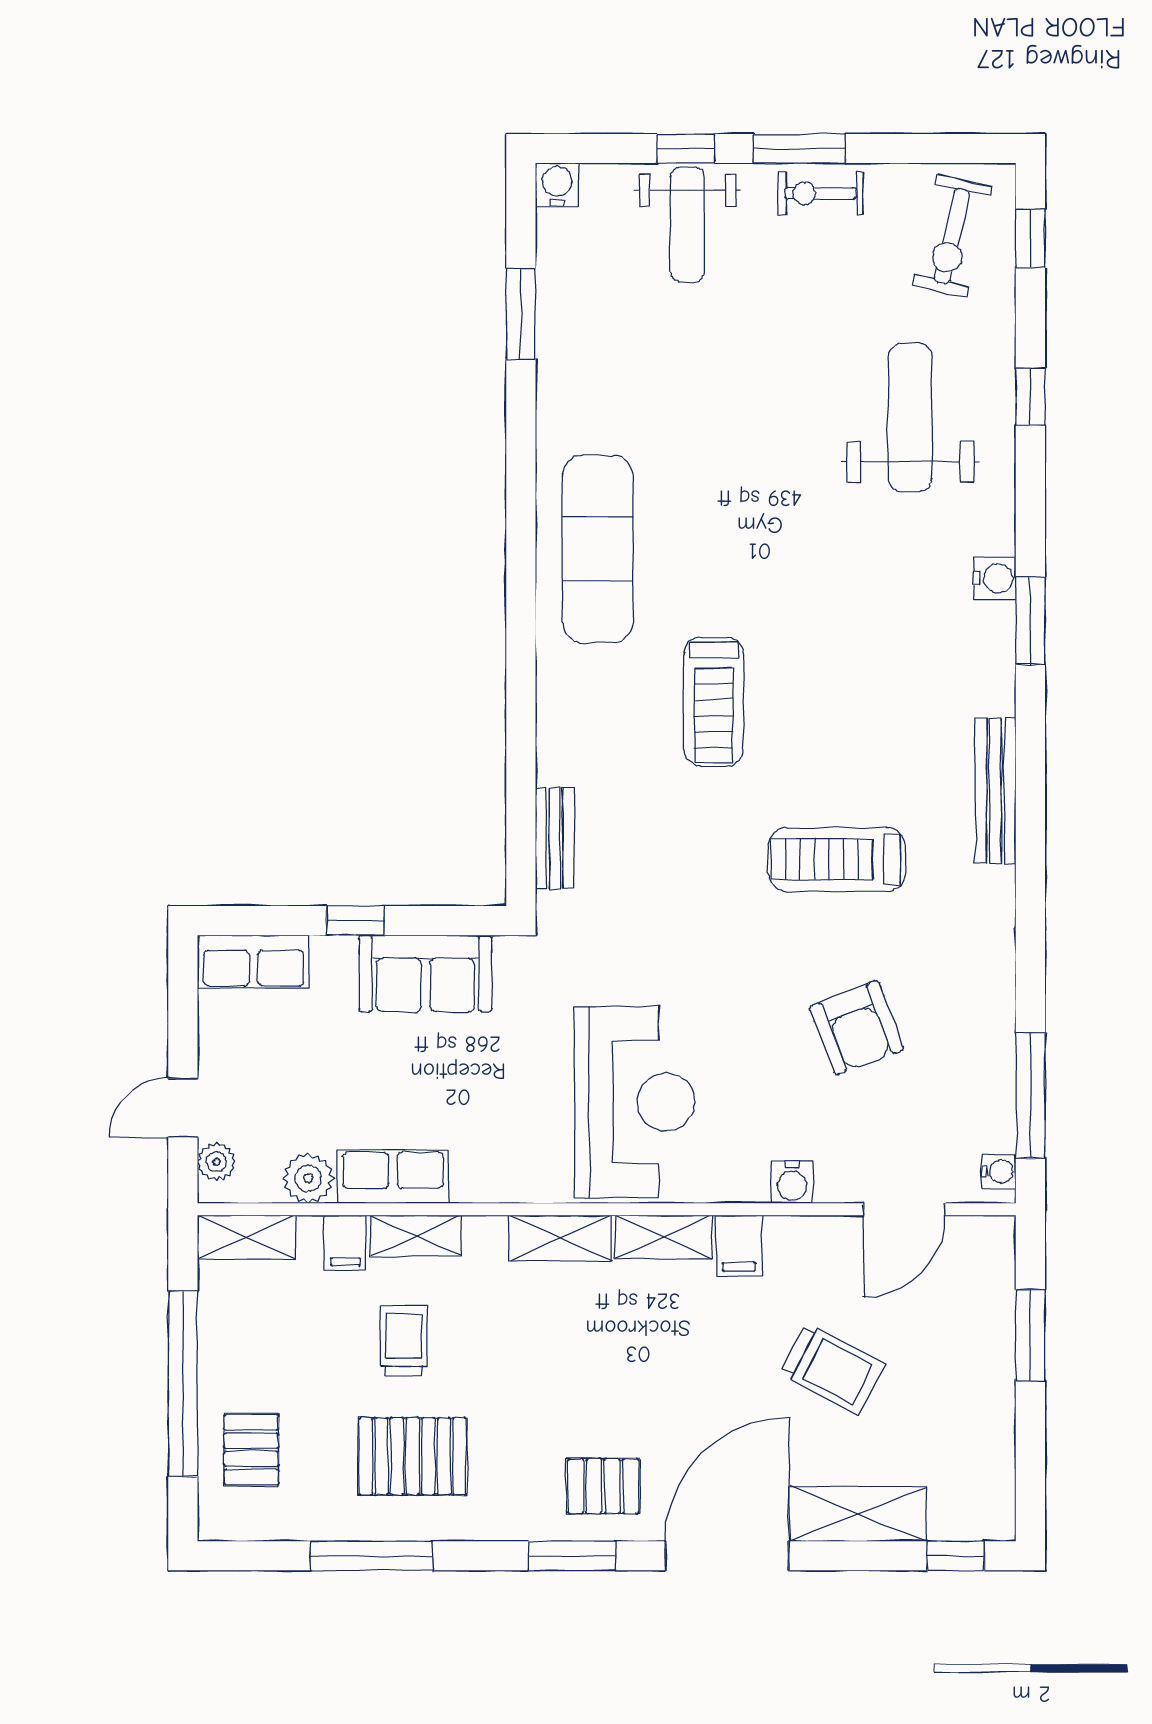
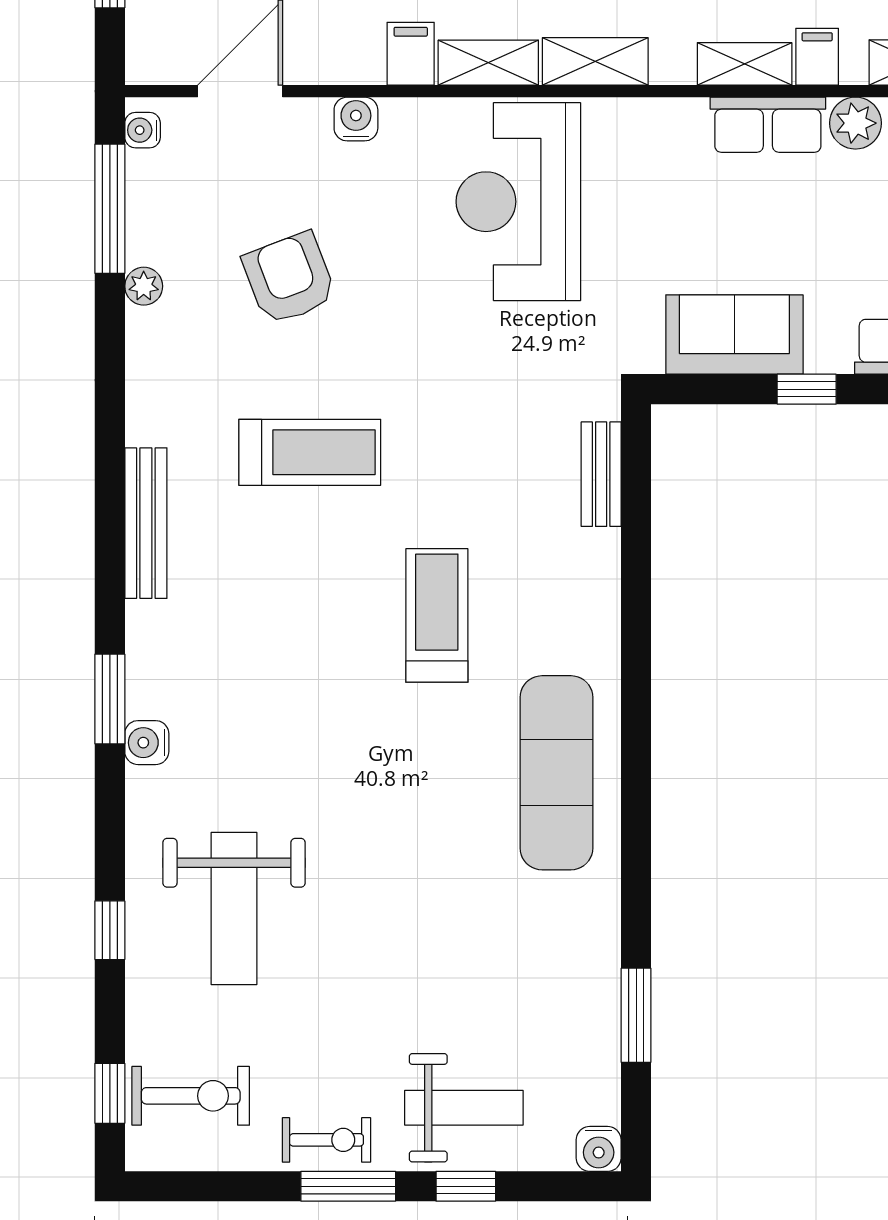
weight bench: (688, 225) -> (464, 1108), turned 90
exercise bike: (952, 236) -> (191, 1096), turned 77
plant: (998, 1020) -> (144, 286), added

